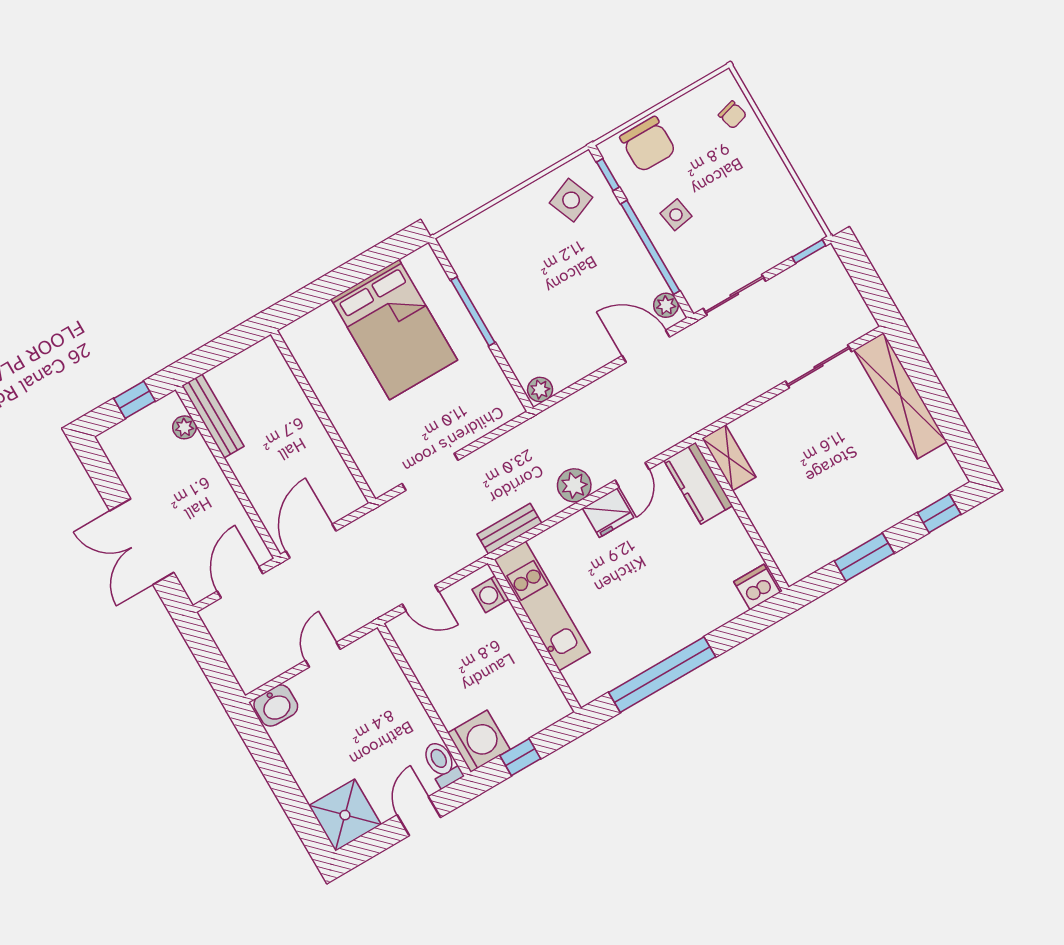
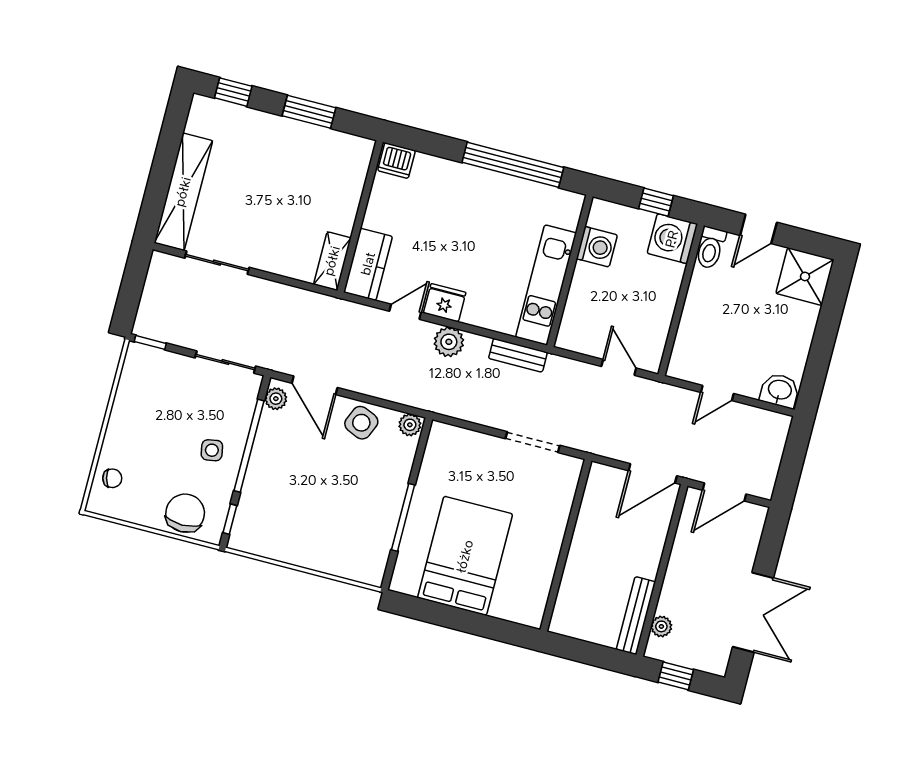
chair: (732, 115) -> (112, 478), turned 92
side table: (571, 200) -> (361, 423), moved, turned 45
double door: (142, 542) -> (753, 612), moved
washing machine: (490, 594) -> (597, 247), moved, width x1.38, depth x1.38

